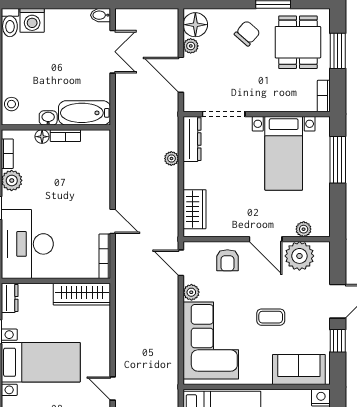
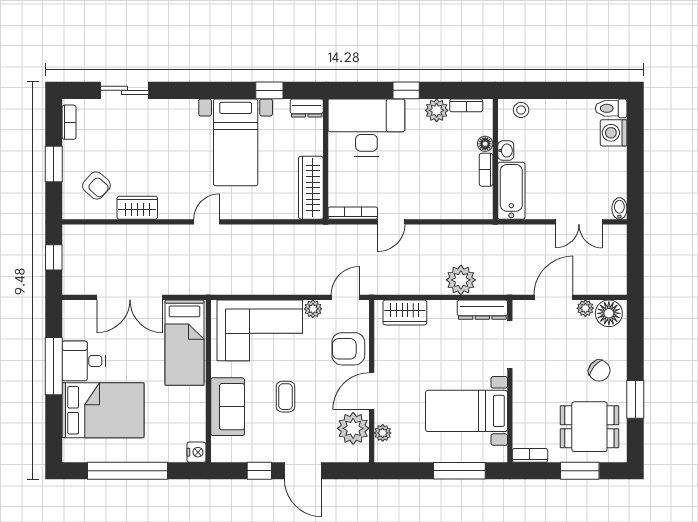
plant: (171, 159) -> (461, 280), width x1.87, depth x1.87
armchair: (227, 260) -> (348, 349), width x1.38, depth x1.38
sofa: (299, 369) -> (228, 407), moved

